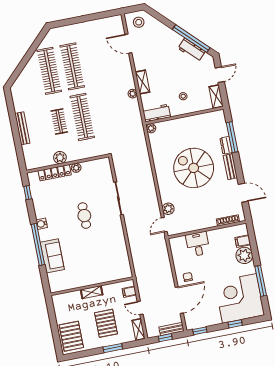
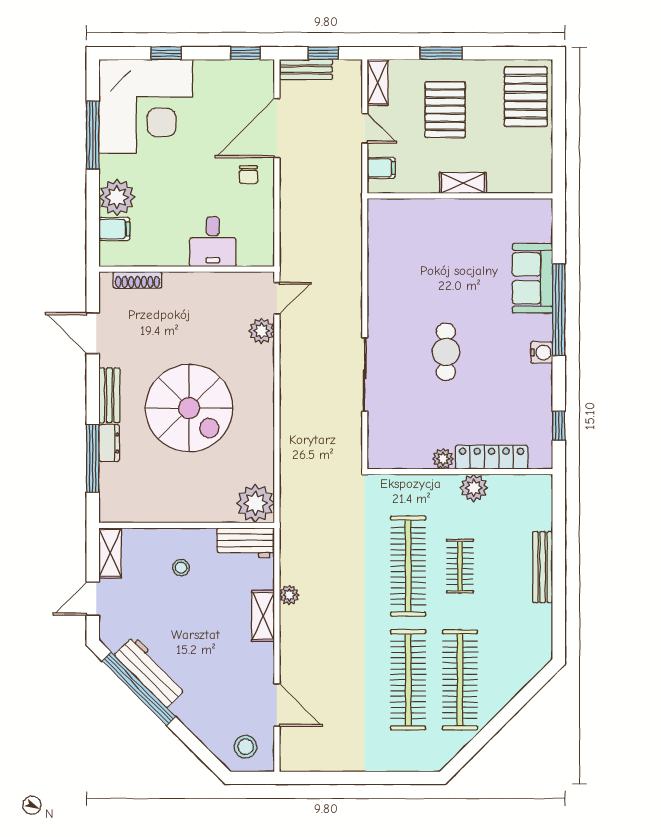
workbench: (192, 50) -> (150, 672), width x1.38
plant: (151, 128) -> (255, 503), width x1.87, depth x1.87

